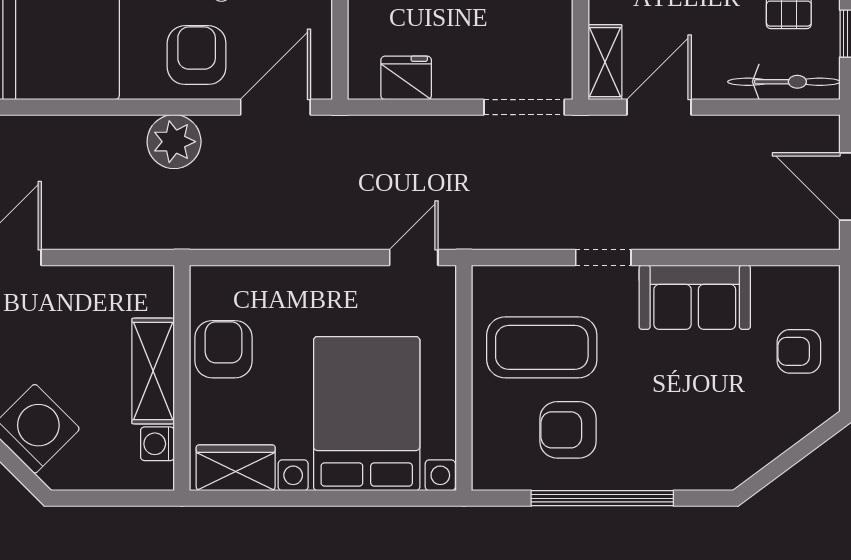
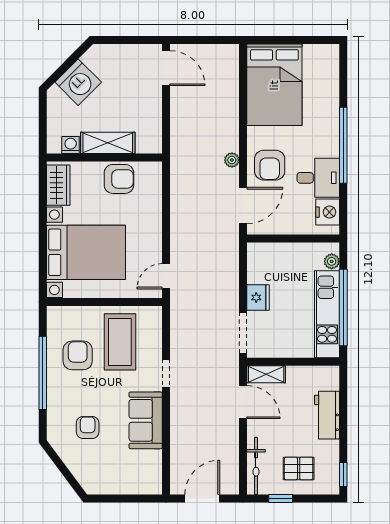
armchair: (197, 55) -> (270, 165), turned 90
fridge: (406, 78) -> (258, 297), moved
door: (275, 107) -> (243, 206), hinge flipped
plant: (174, 142) -> (232, 160), width x0.53, depth x0.53
door: (414, 258) -> (166, 276), swing flipped
armchair: (799, 351) -> (88, 427), moved

